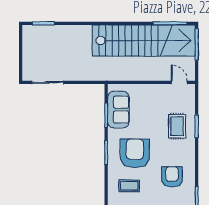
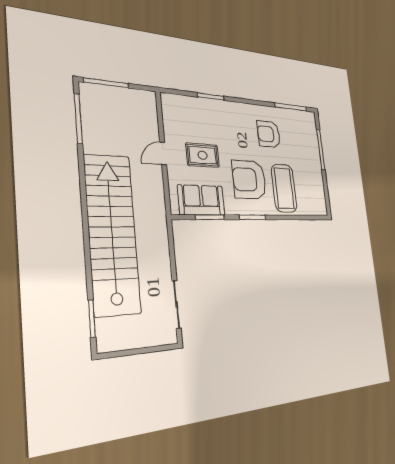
stairs: (144, 41) -> (112, 234), moved
door: (179, 82) -> (163, 153), moved
rug: (177, 126) -> (203, 155), moved
coffee table: (129, 186) -> (284, 188), width x1.86, depth x1.72

